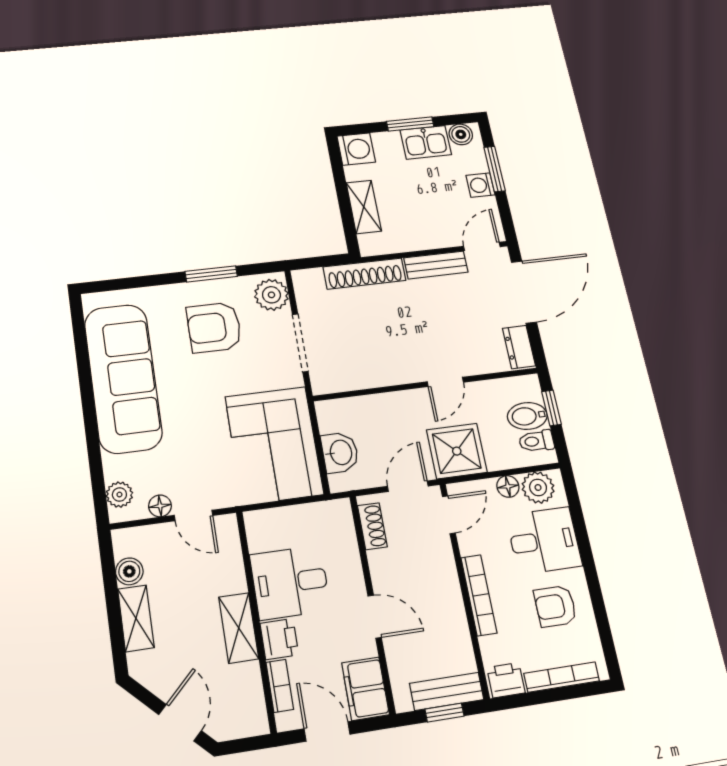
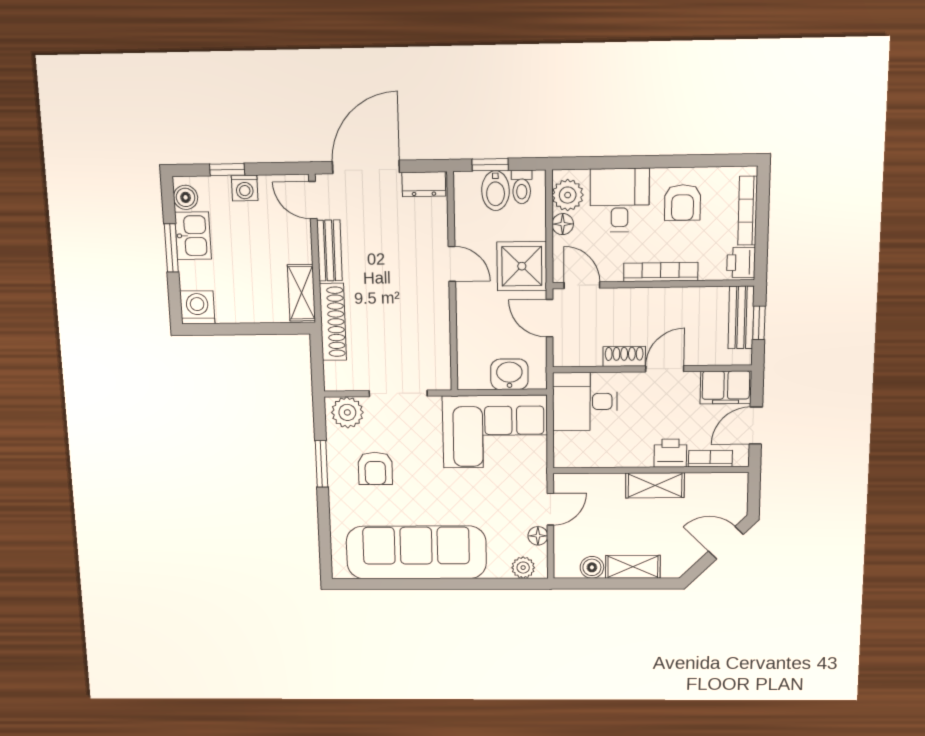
window: (495, 169) -> (227, 170), width x0.67
shelving: (364, 207) -> (301, 293), moved, turned 90
door: (524, 292) -> (366, 167), hinge flipped
armchair: (214, 327) -> (375, 468), width x0.72, depth x0.72
shoe rack: (372, 526) -> (624, 356), moved
desk: (290, 582) -> (585, 402), moved, turned 90

